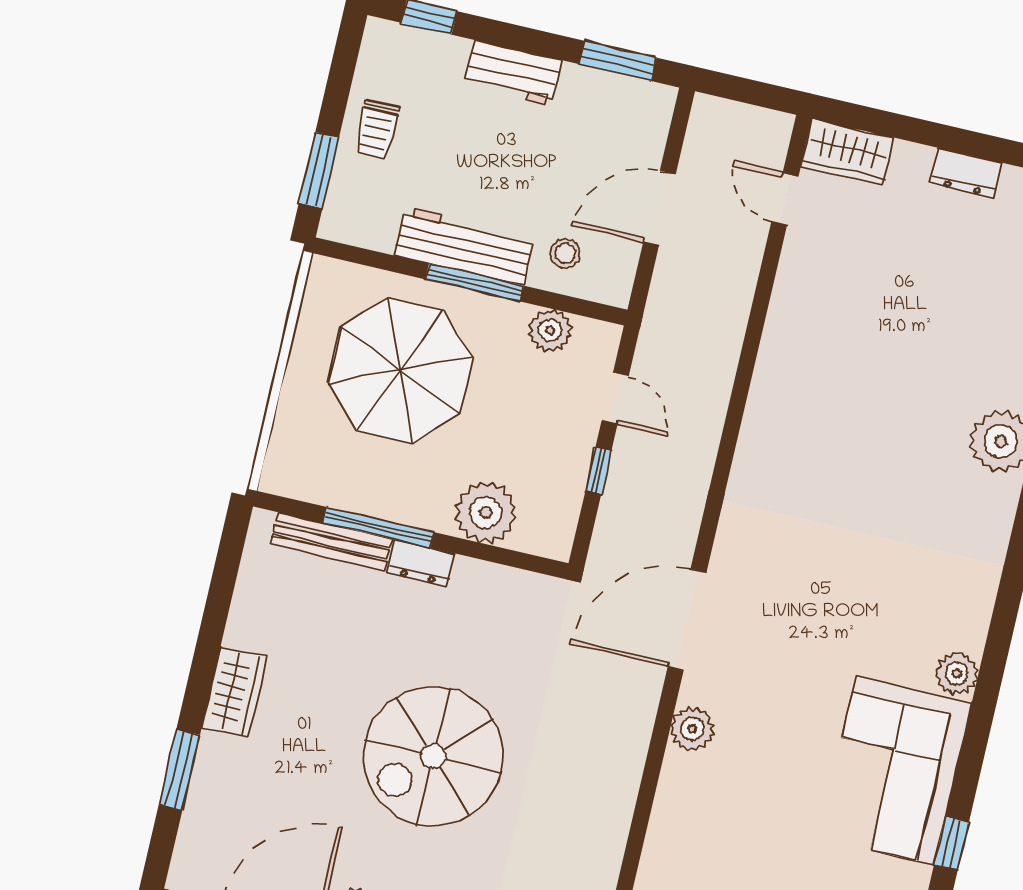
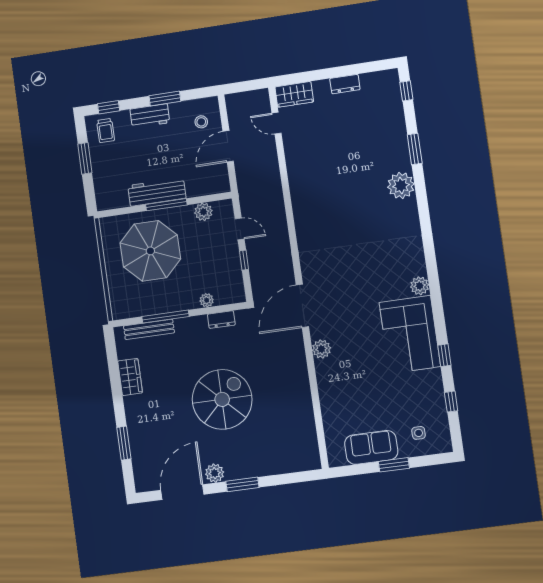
window: (618, 61) -> (165, 99), moved
trolley: (377, 130) -> (106, 131), moved
window: (319, 170) -> (85, 158), moved
stool: (565, 253) -> (201, 122), moved
plant: (486, 513) -> (207, 300), width x0.53, depth x0.53
dresser: (421, 563) -> (221, 320), moved
wardrobe: (234, 692) -> (130, 377), moved
spiral stairs: (433, 756) -> (222, 399), turned 180

